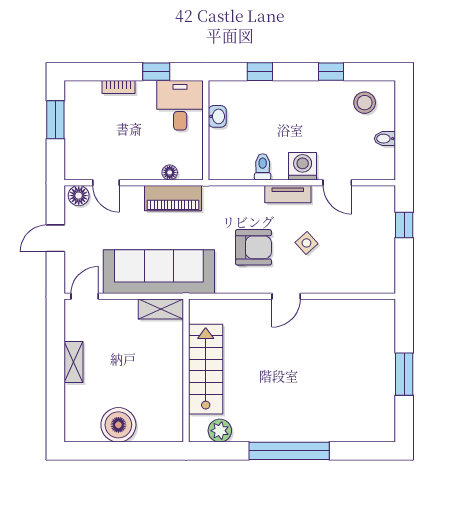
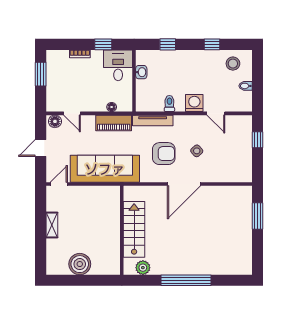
tv unit: (288, 194) -> (153, 120), moved, width x1.41
door: (286, 296) -> (184, 184), width x1.88
shelving: (161, 309) -> (106, 192), removed
window: (404, 374) -> (258, 216), moved

